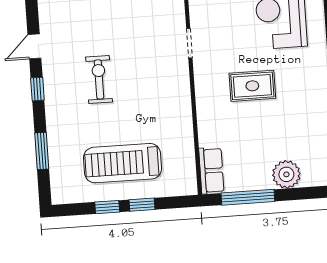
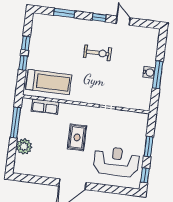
treadmill: (122, 163) -> (49, 82), moved, turned 90
row of seats: (211, 171) -> (45, 107), moved

